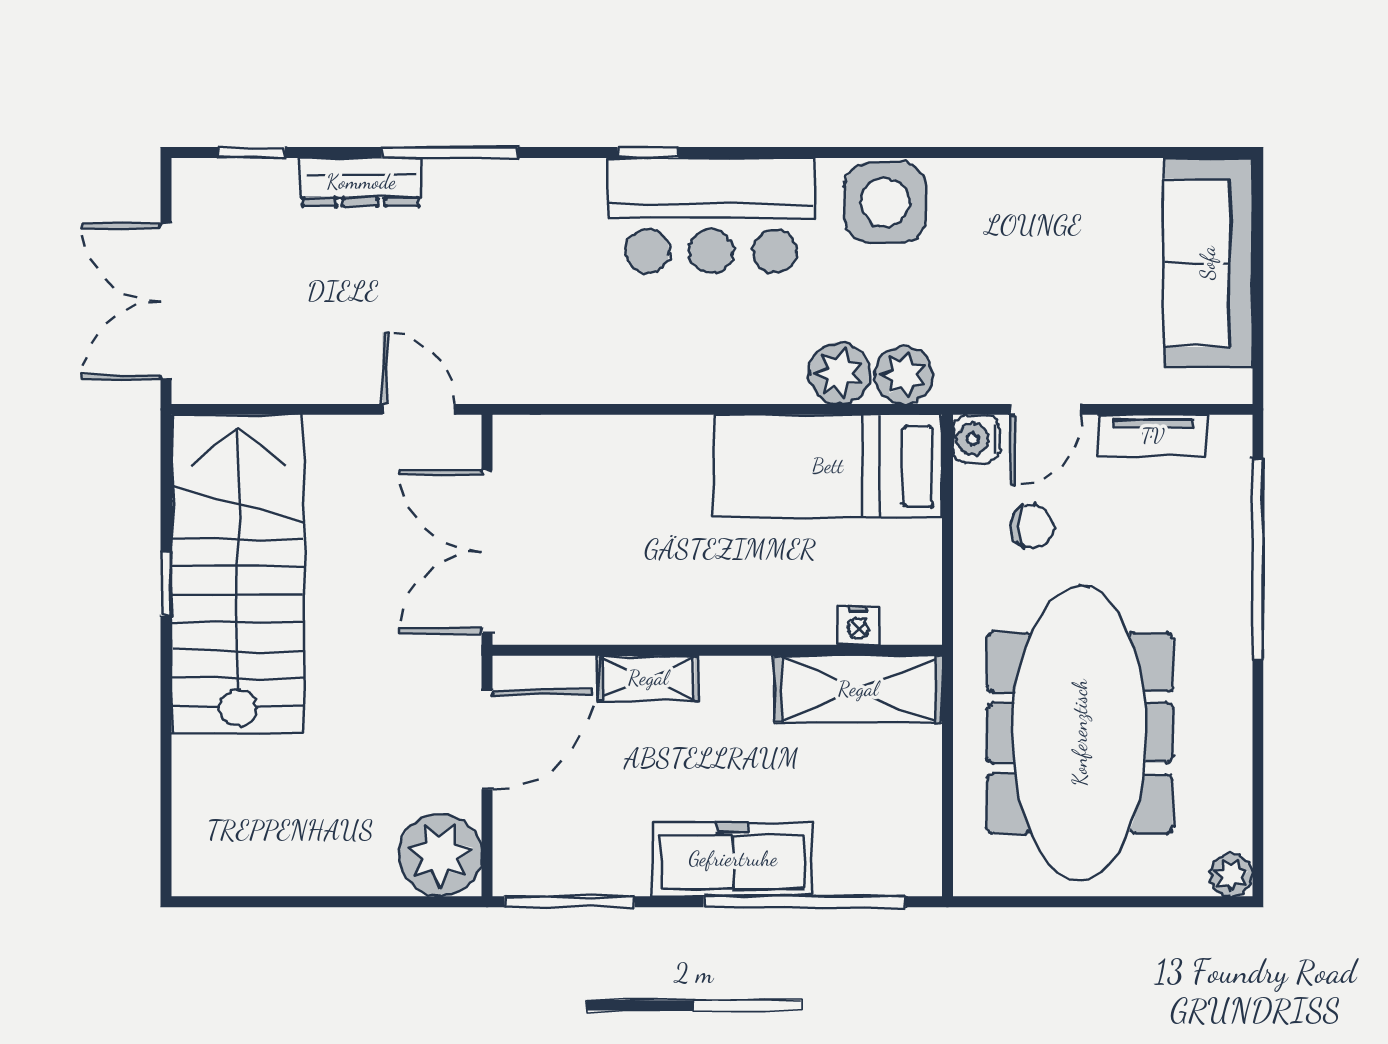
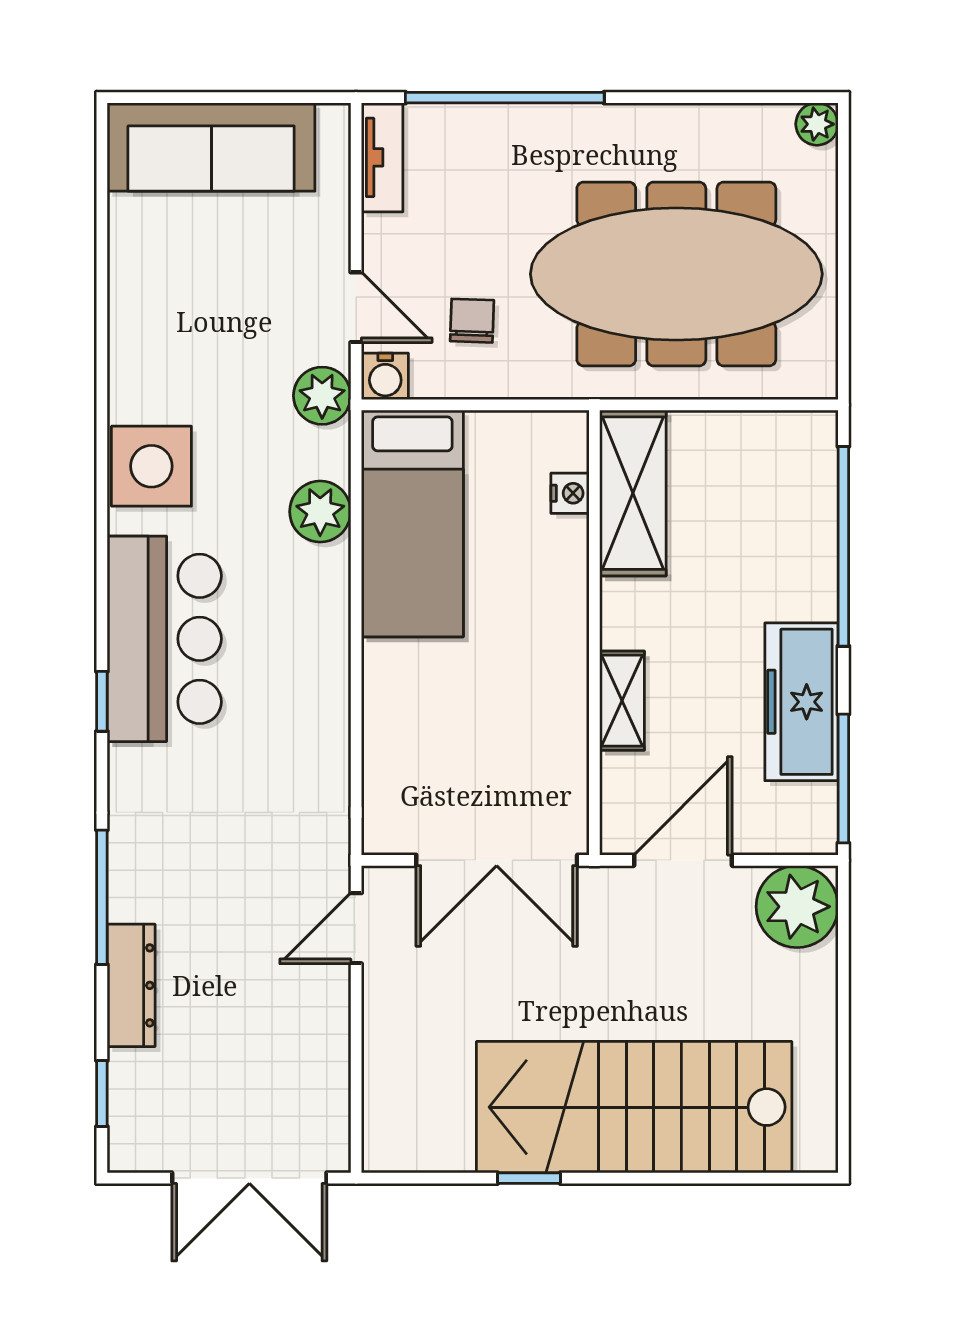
plant: (904, 375) -> (322, 396), moved
tv unit: (1153, 436) -> (382, 157), moved
stairs: (238, 574) -> (634, 1107), moved
door: (487, 740) -> (683, 860), hinge flipped
freezer: (733, 859) -> (801, 702), moved

